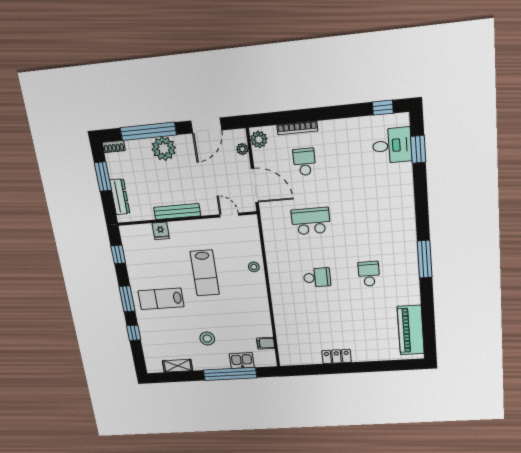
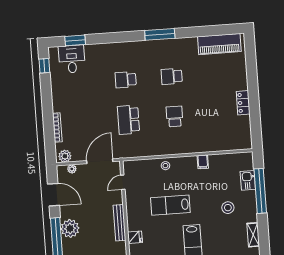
school desk: (304, 162) -> (126, 80), moved
lab bench: (205, 273) -> (170, 205), turned 180
filing cabinet: (266, 343) -> (203, 162), moved

